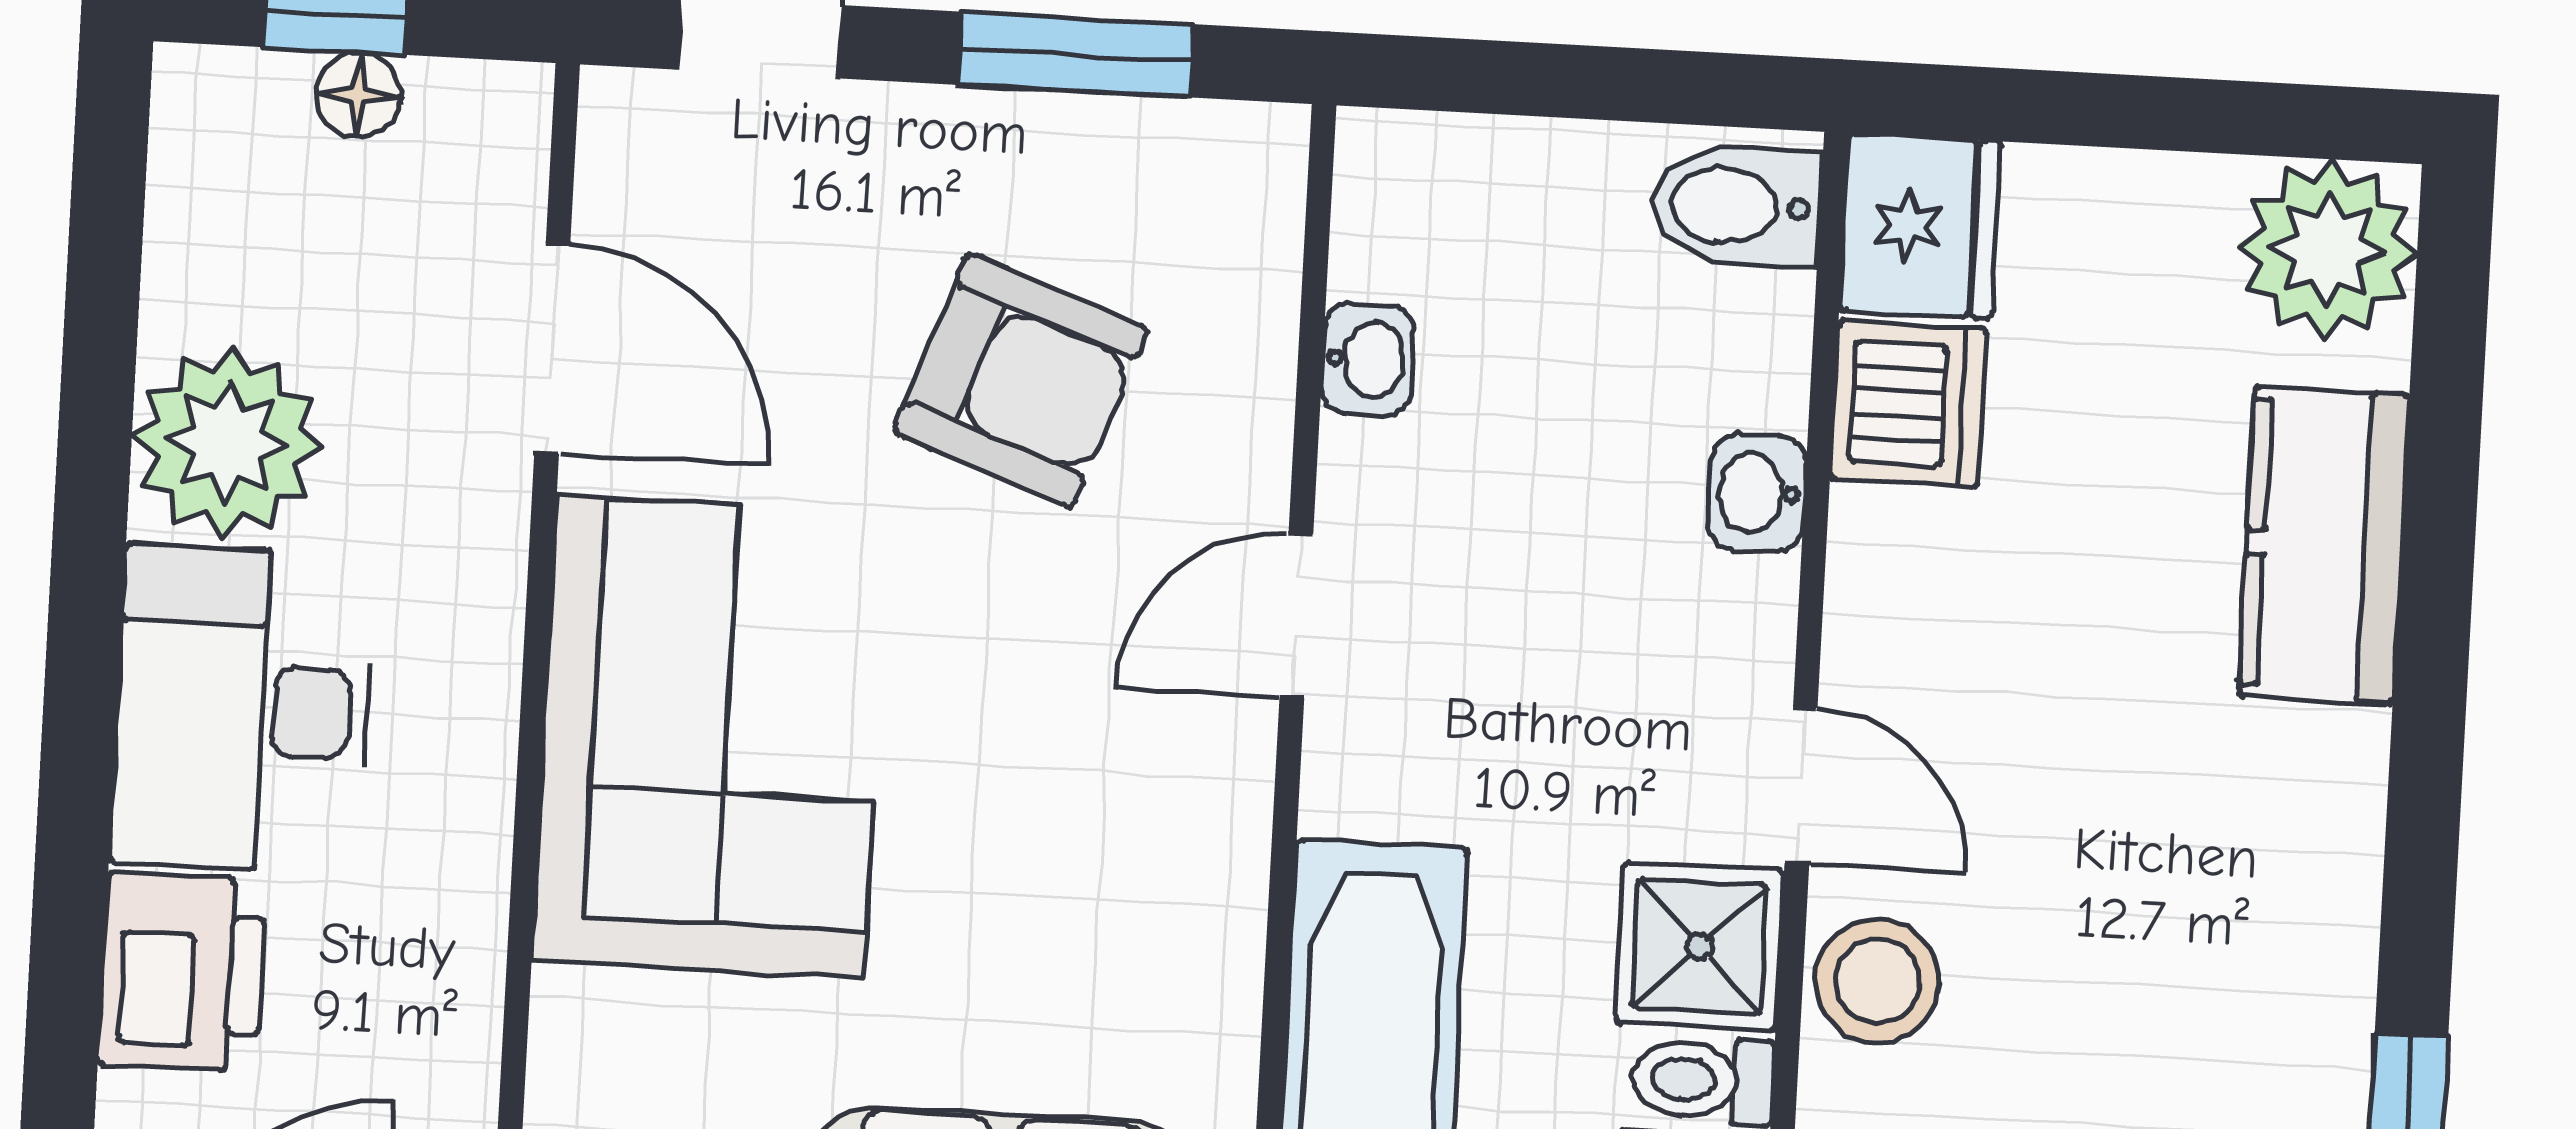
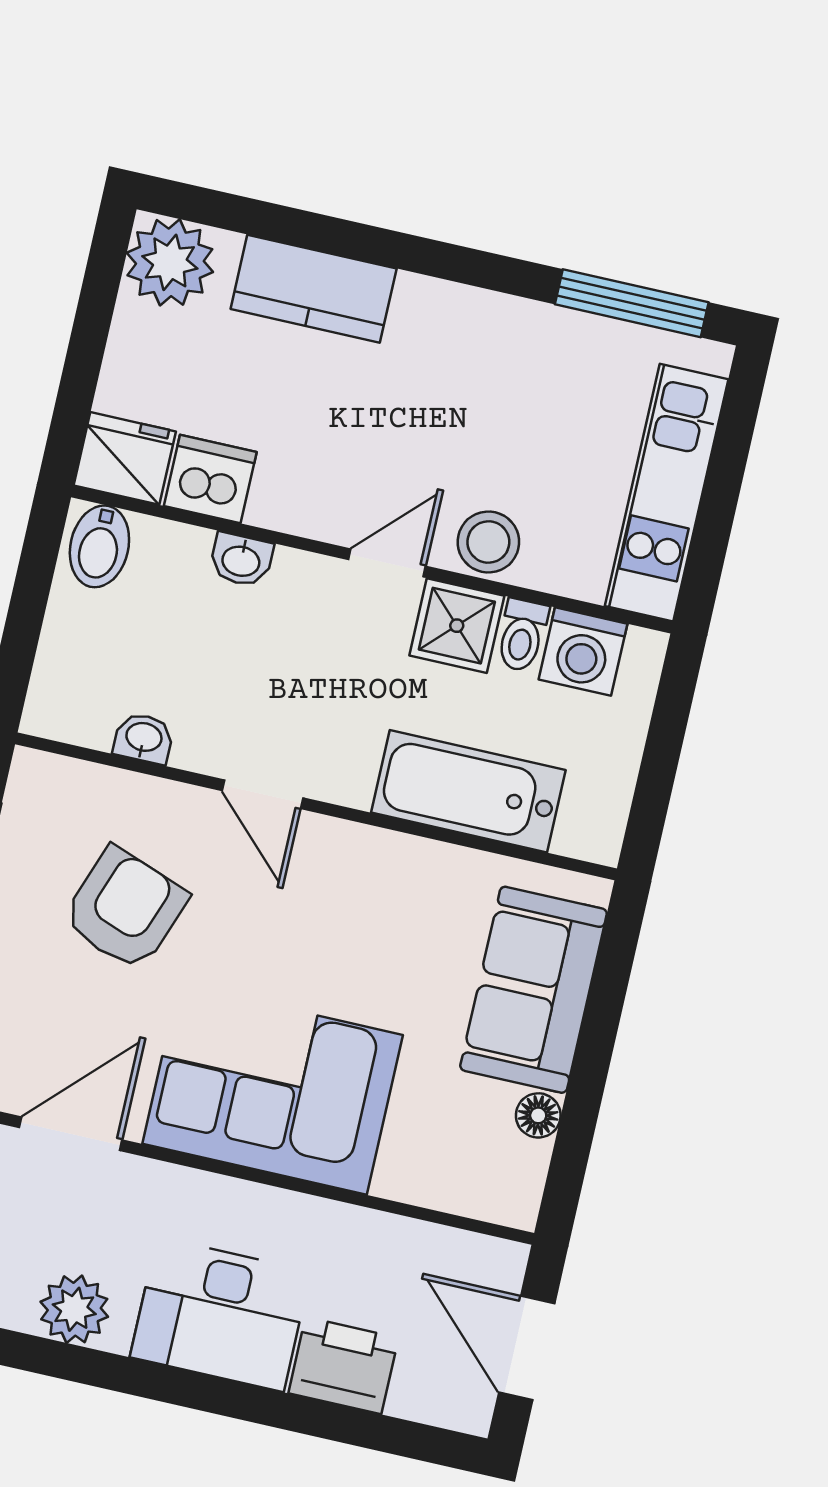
plant: (227, 443) -> (74, 1309), width x0.73, depth x0.73

